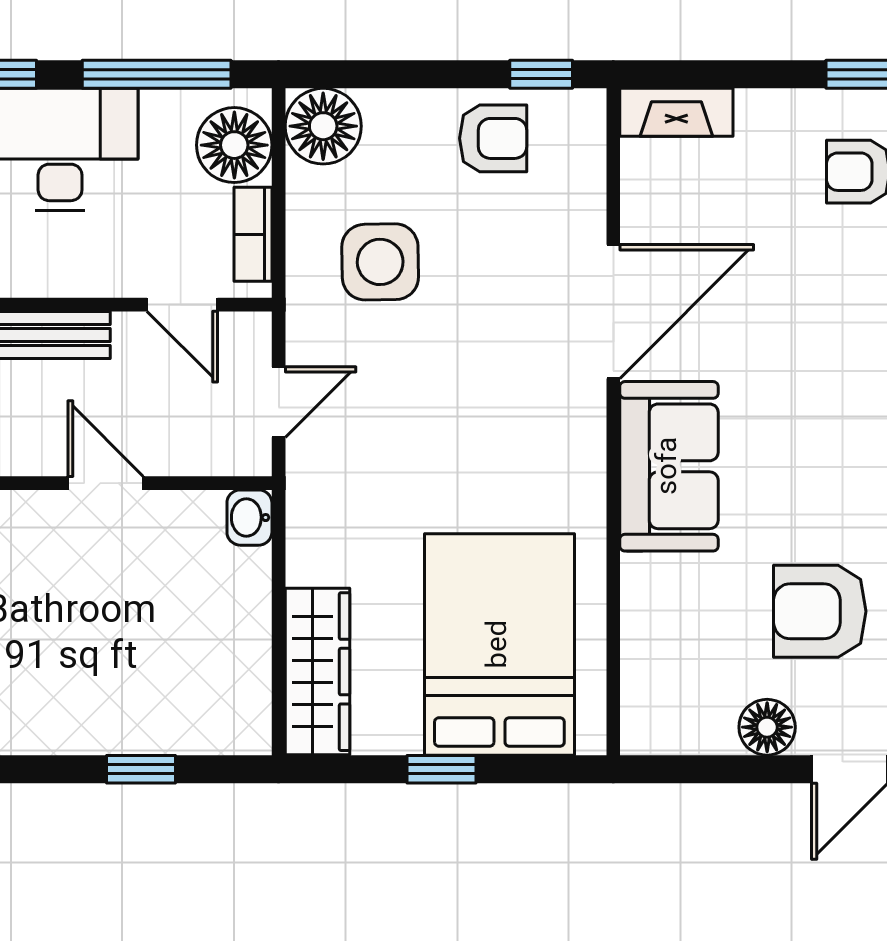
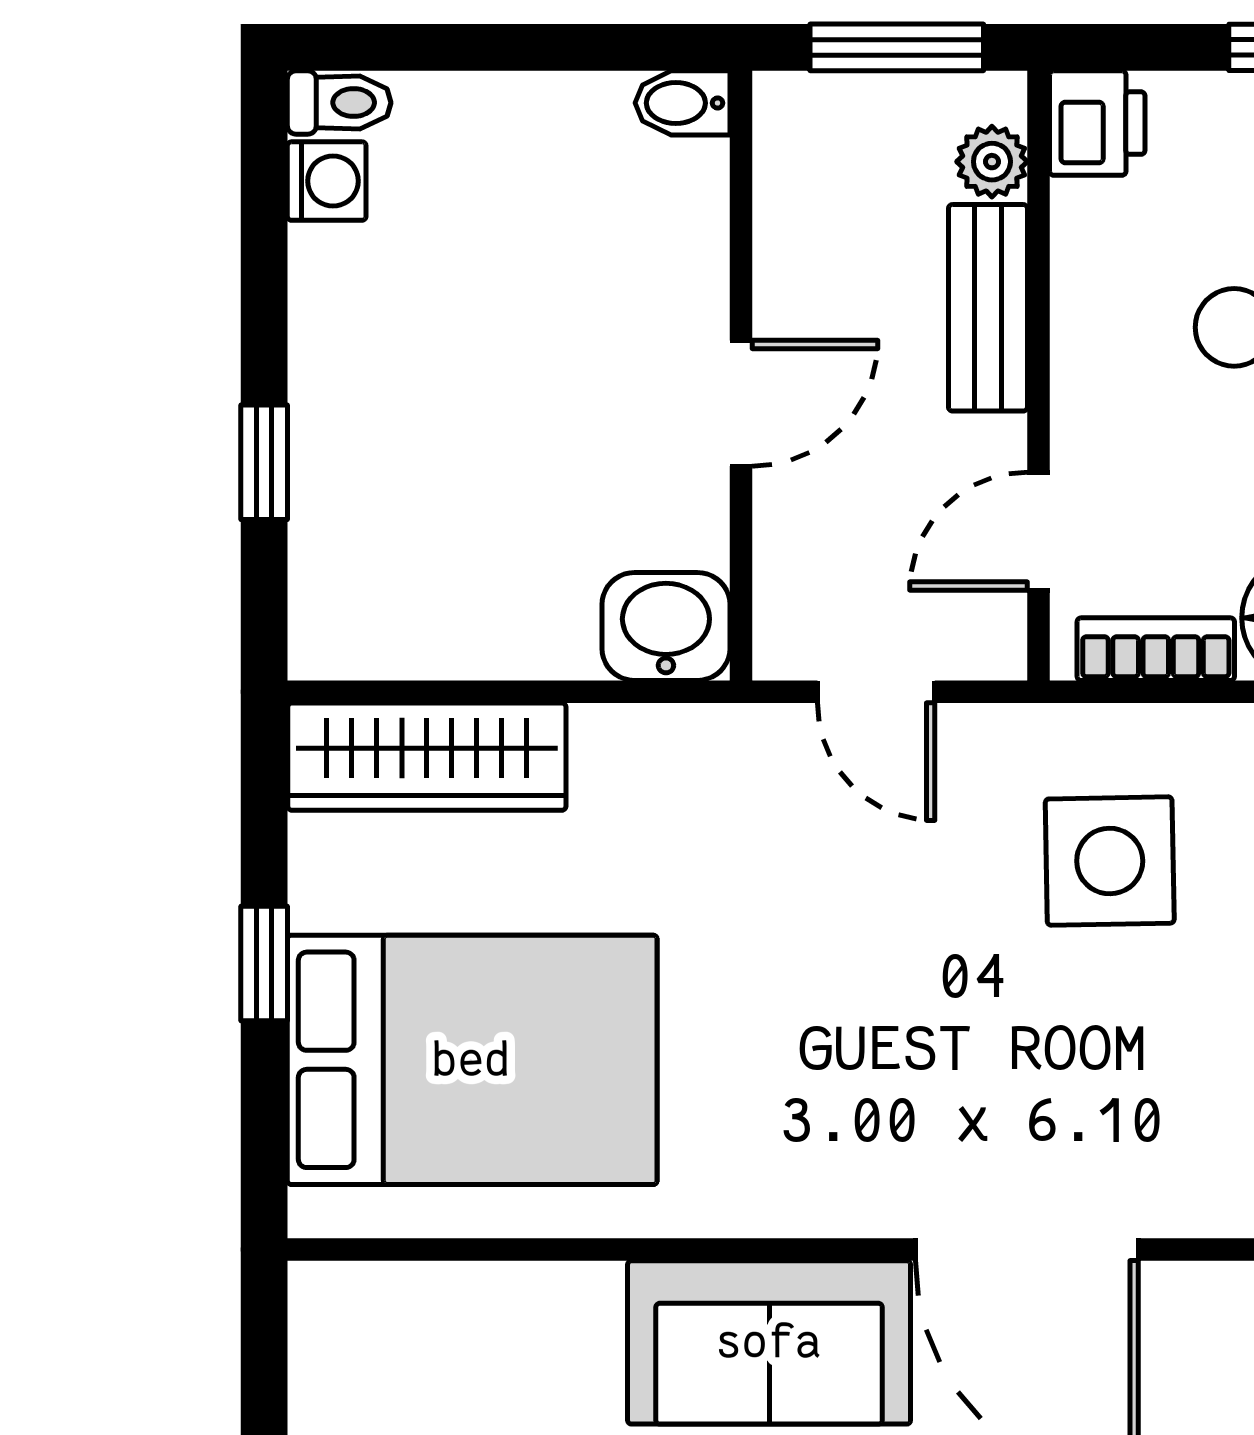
washbasin: (249, 518) -> (666, 626), width x1.38, depth x1.45

